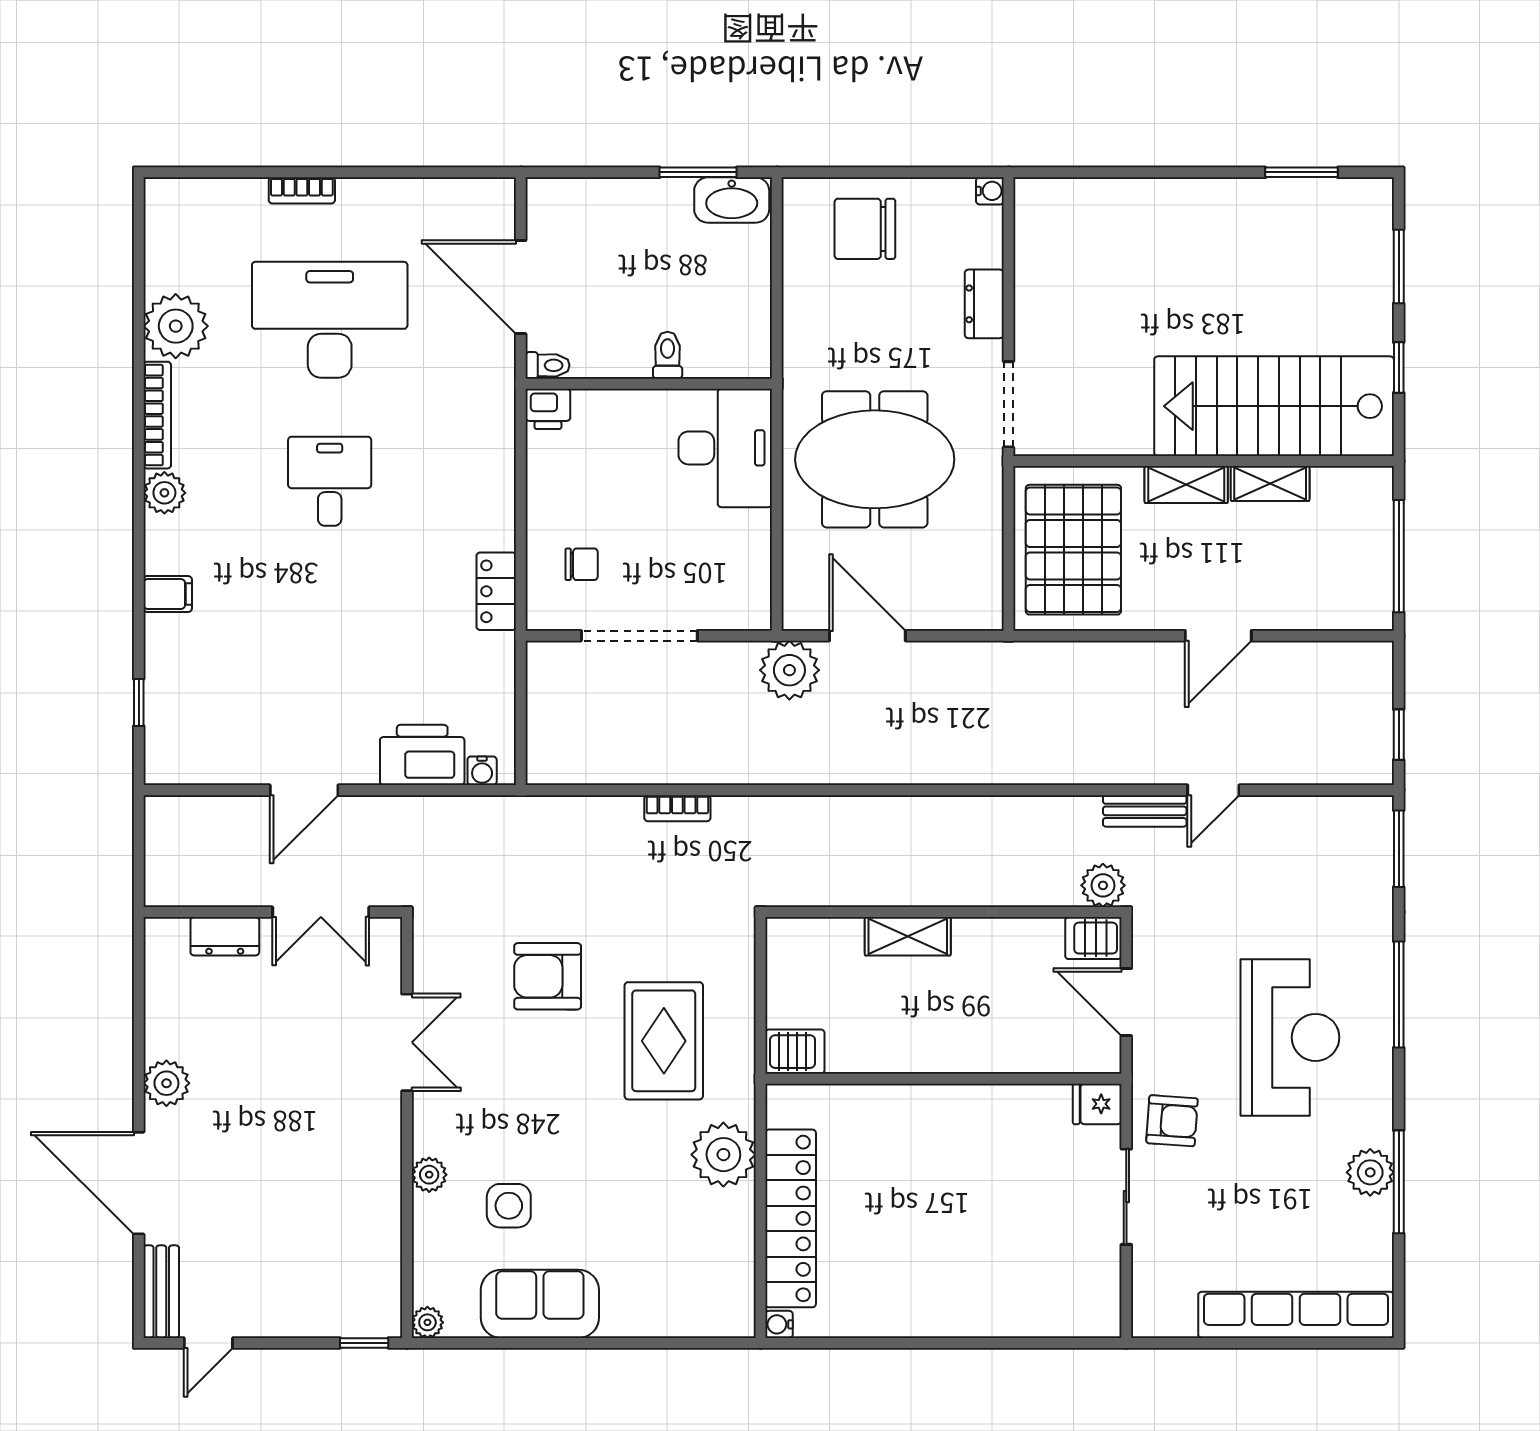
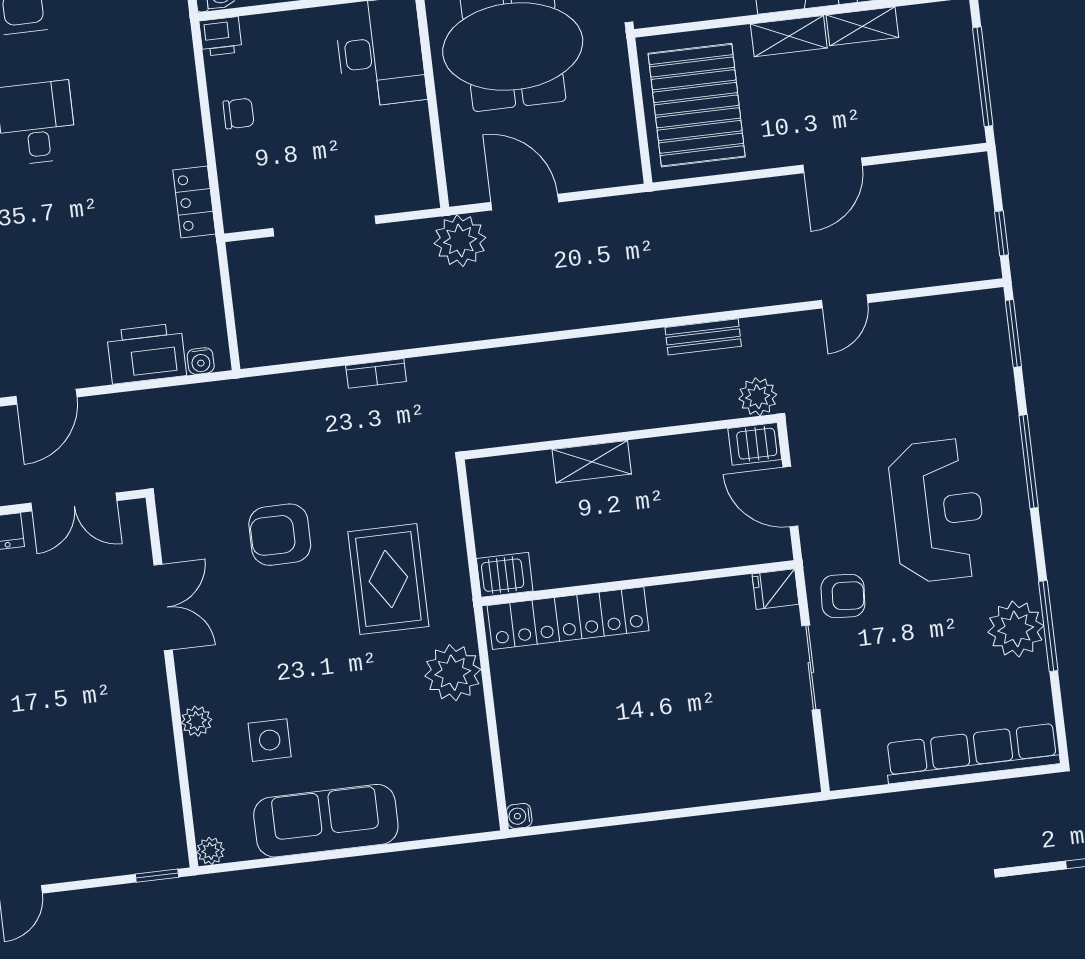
chair: (582, 564) -> (238, 114), moved
bench: (1145, 811) -> (703, 337), moved
plant: (1370, 1172) -> (1016, 629), width x1.36, depth x1.36
locker: (791, 1218) -> (568, 618), moved, turned 90
sofa: (540, 1304) -> (326, 821), width x1.36

